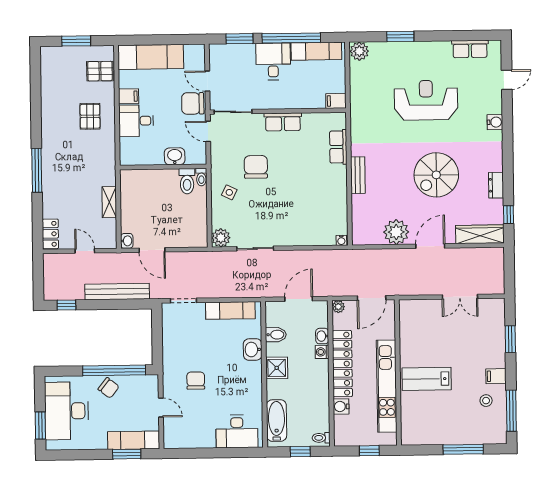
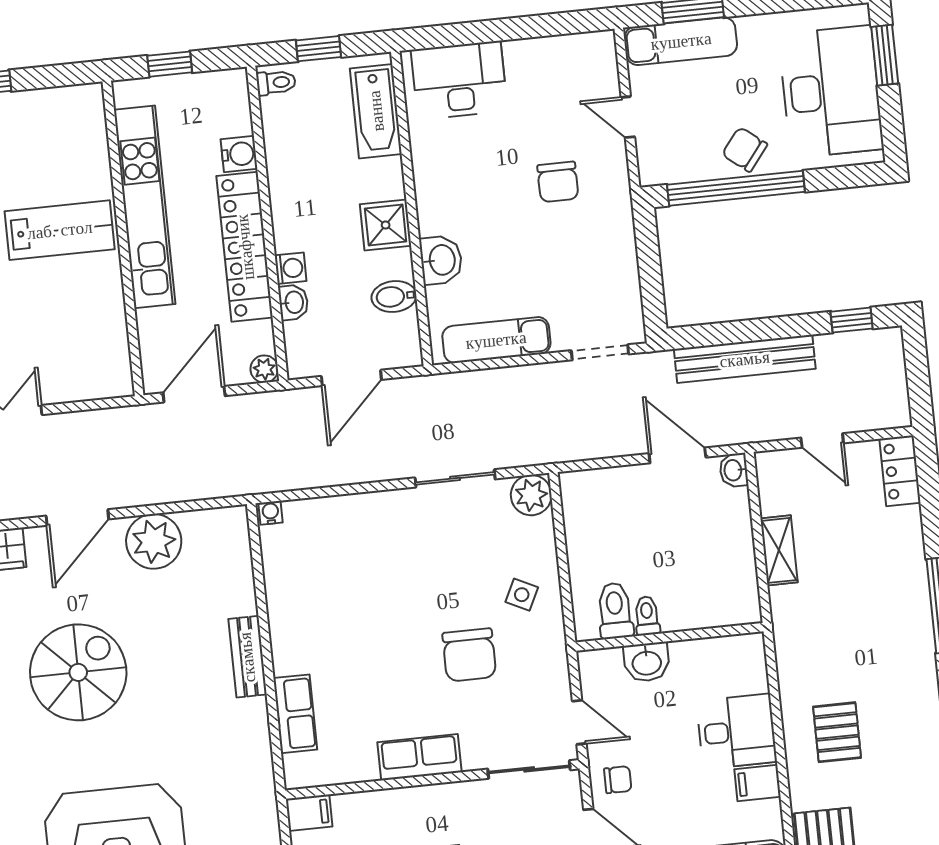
chair: (193, 103) -> (618, 780), width x0.54, depth x0.54
toilet: (201, 177) -> (647, 616), moved

